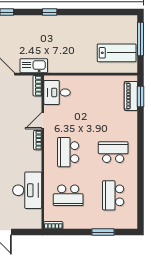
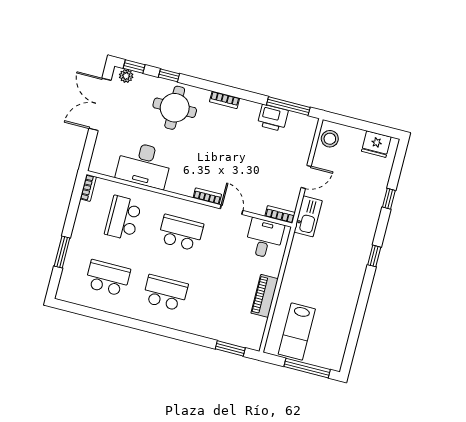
piano: (131, 96) -> (265, 296), moved, turned -90
school desk: (113, 152) -> (165, 293), turned -90

